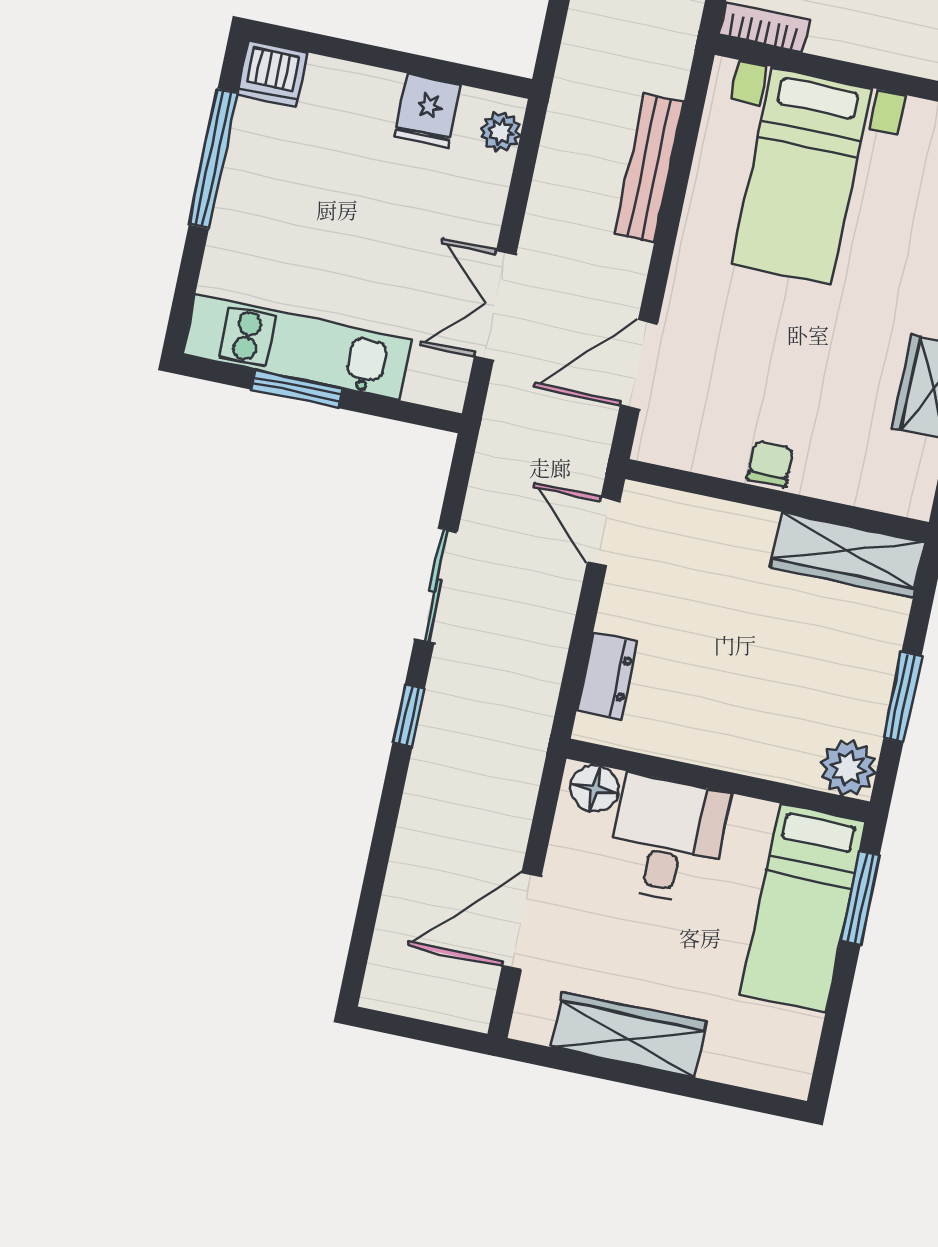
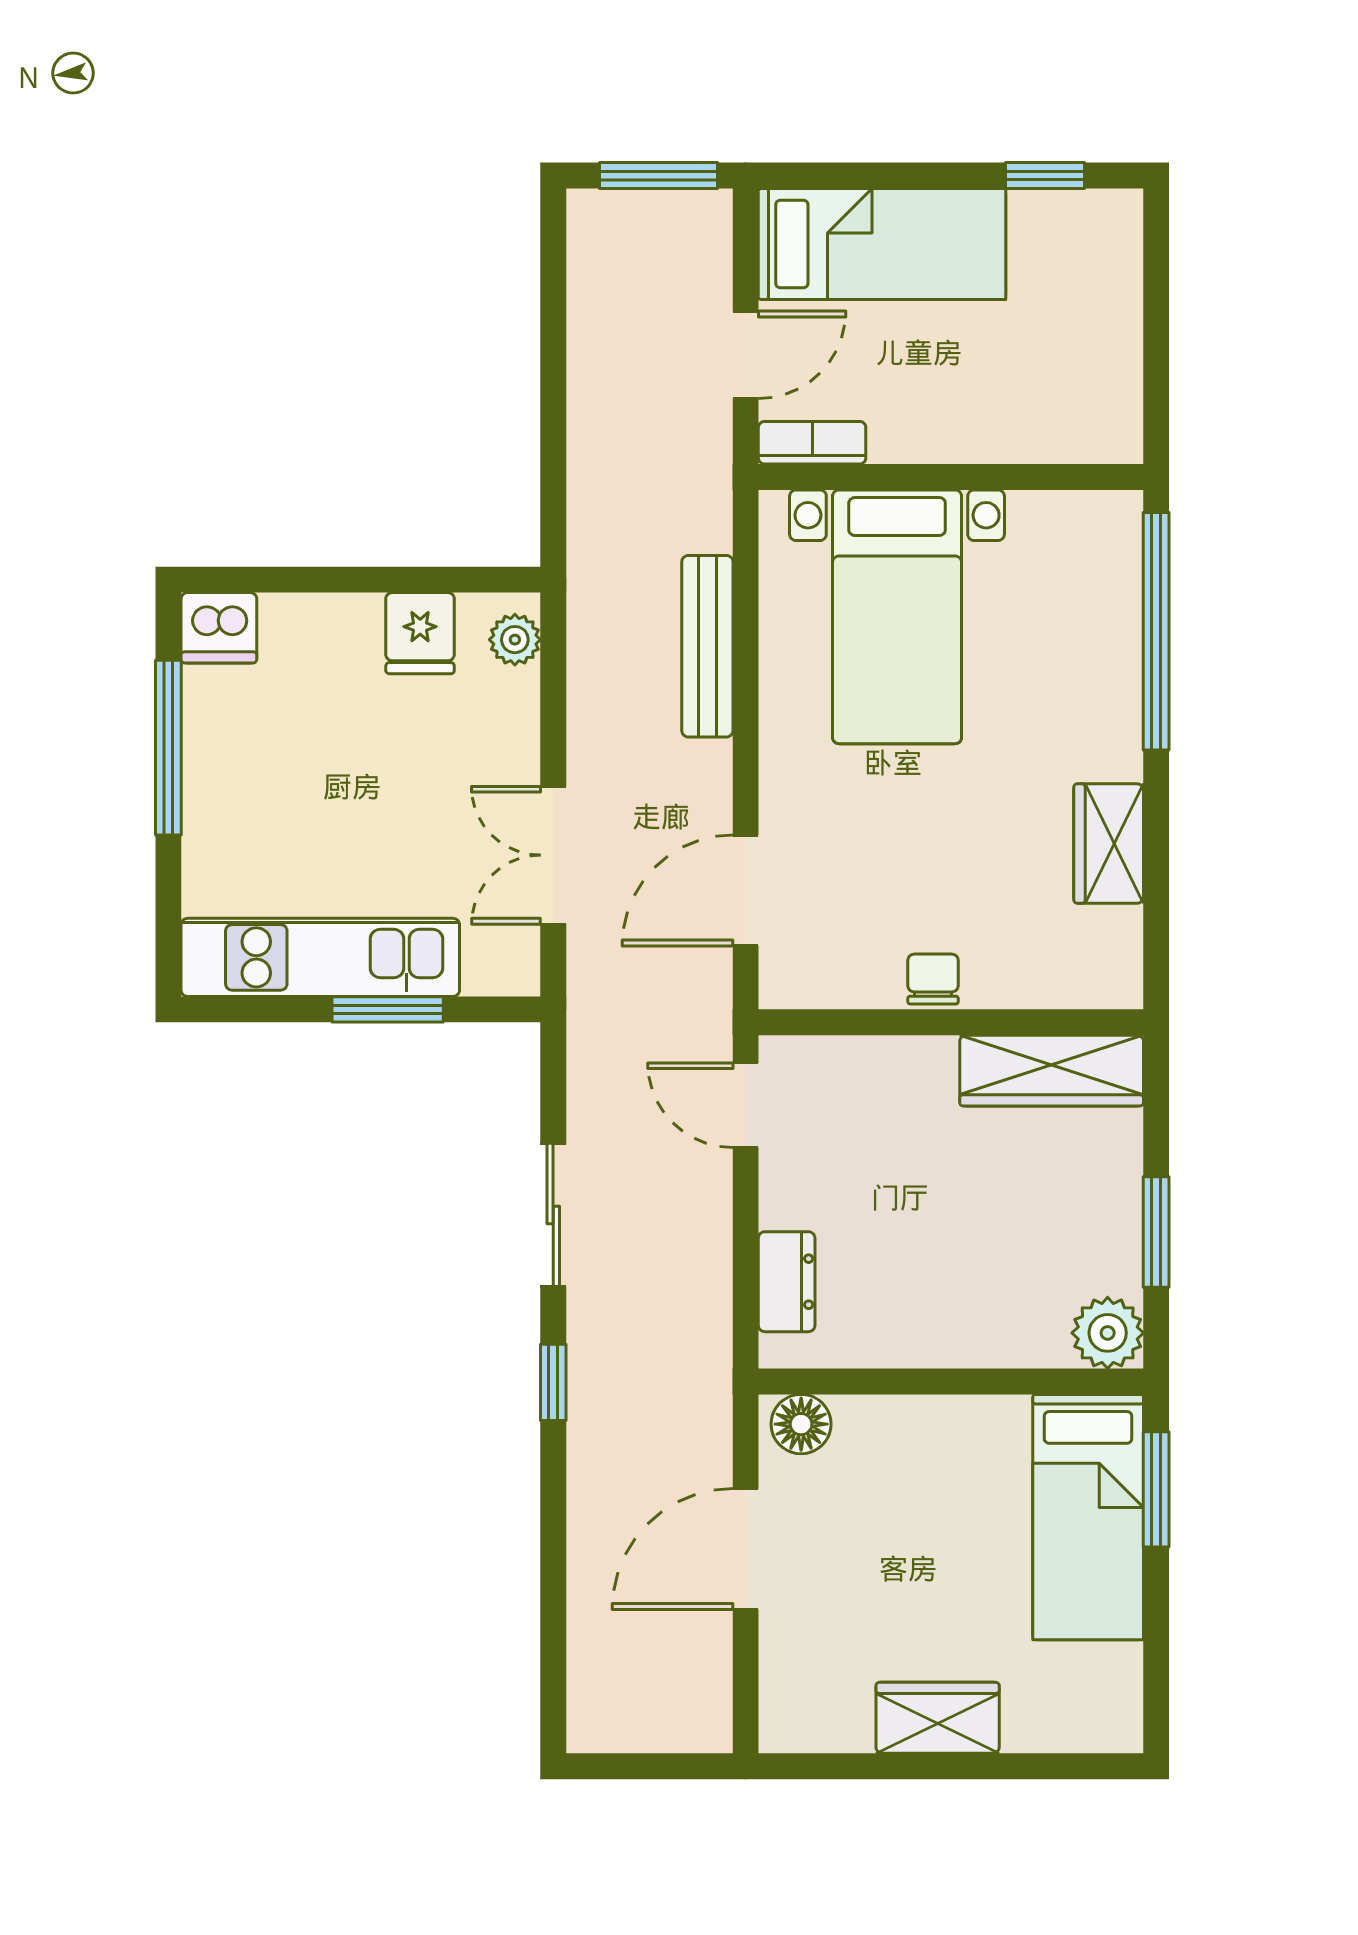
window: (297, 389) -> (388, 1009), moved
desk: (667, 839) -> (904, 1467), removed
door: (522, 921) -> (746, 1549), moved
wardrobe: (629, 1035) -> (938, 1718), width x0.67

